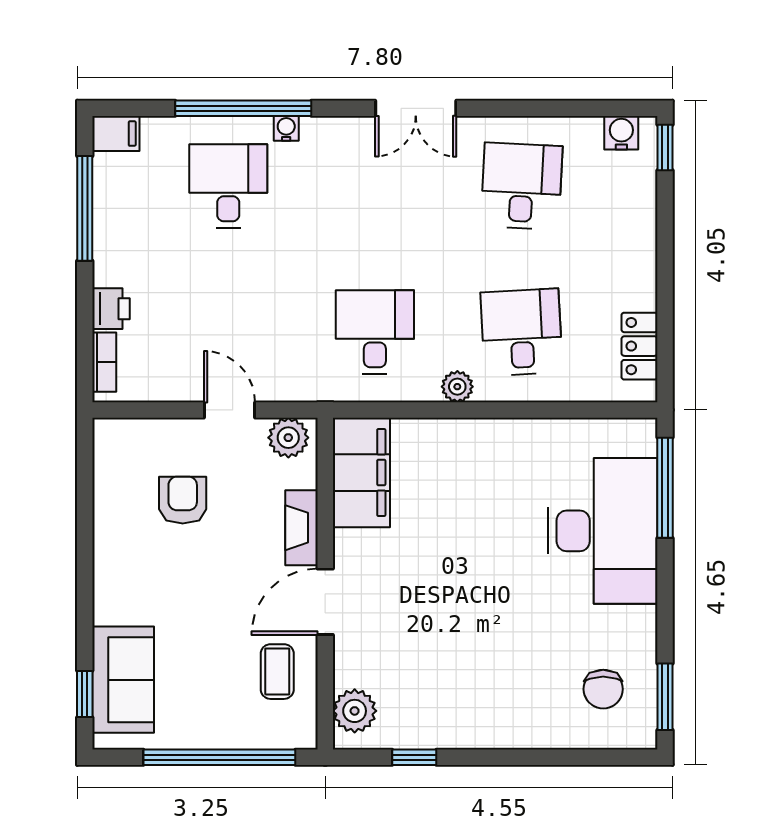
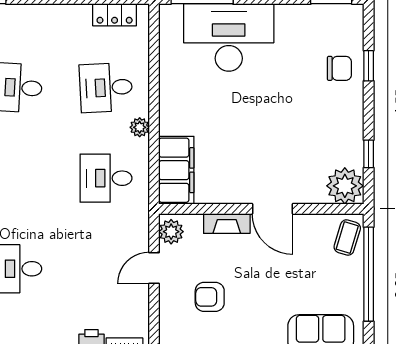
filing cabinet: (361, 472) -> (176, 170), moved, turned 90
coffee table: (277, 672) -> (347, 237), moved, turned -73
chair: (603, 689) -> (339, 68), moved
plant: (355, 711) -> (345, 186), width x1.36, depth x1.36
window: (557, 757) -> (369, 66), added

